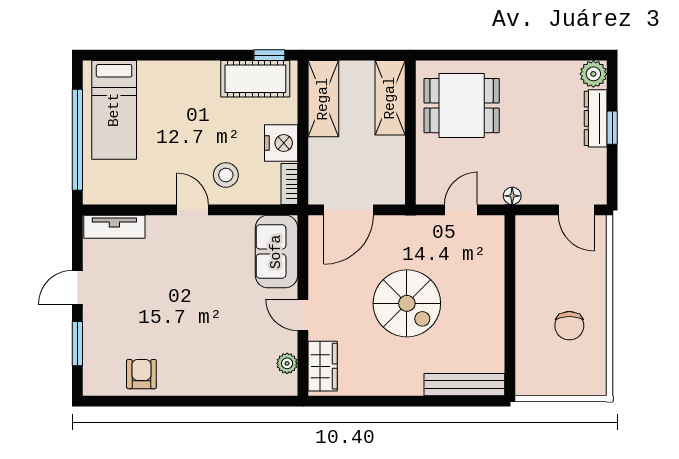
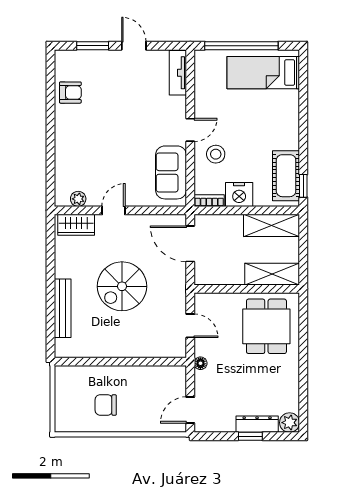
sofa: (276, 252) -> (171, 172), moved, turned -90
bench: (464, 385) -> (63, 308), moved

